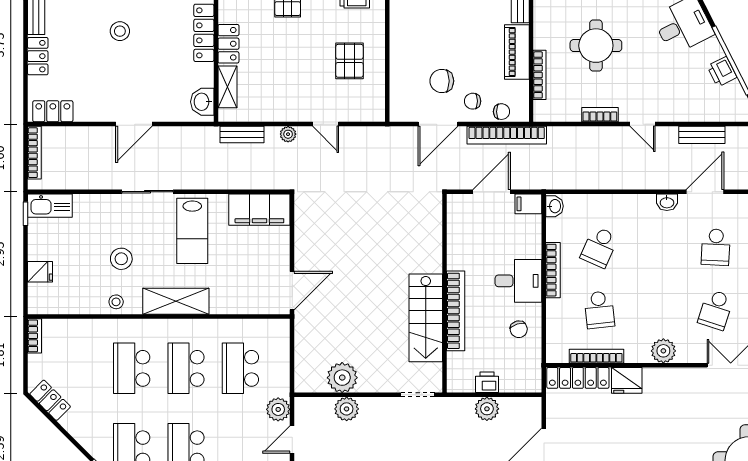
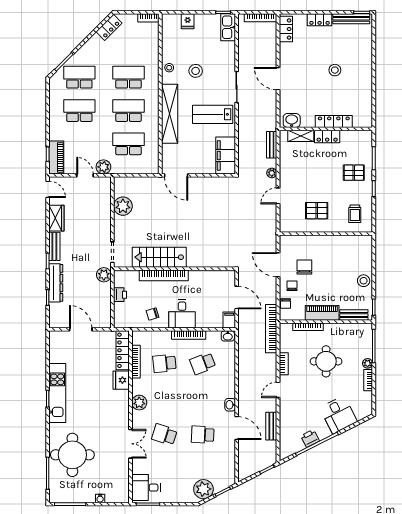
bookcase: (507, 135) -> (271, 329), moved
school desk: (599, 247) -> (203, 363), turned -45
shelving: (176, 301) -> (170, 114), width x1.47
plant: (347, 409) -> (104, 209), removed
plant: (487, 409) -> (104, 275), moved

